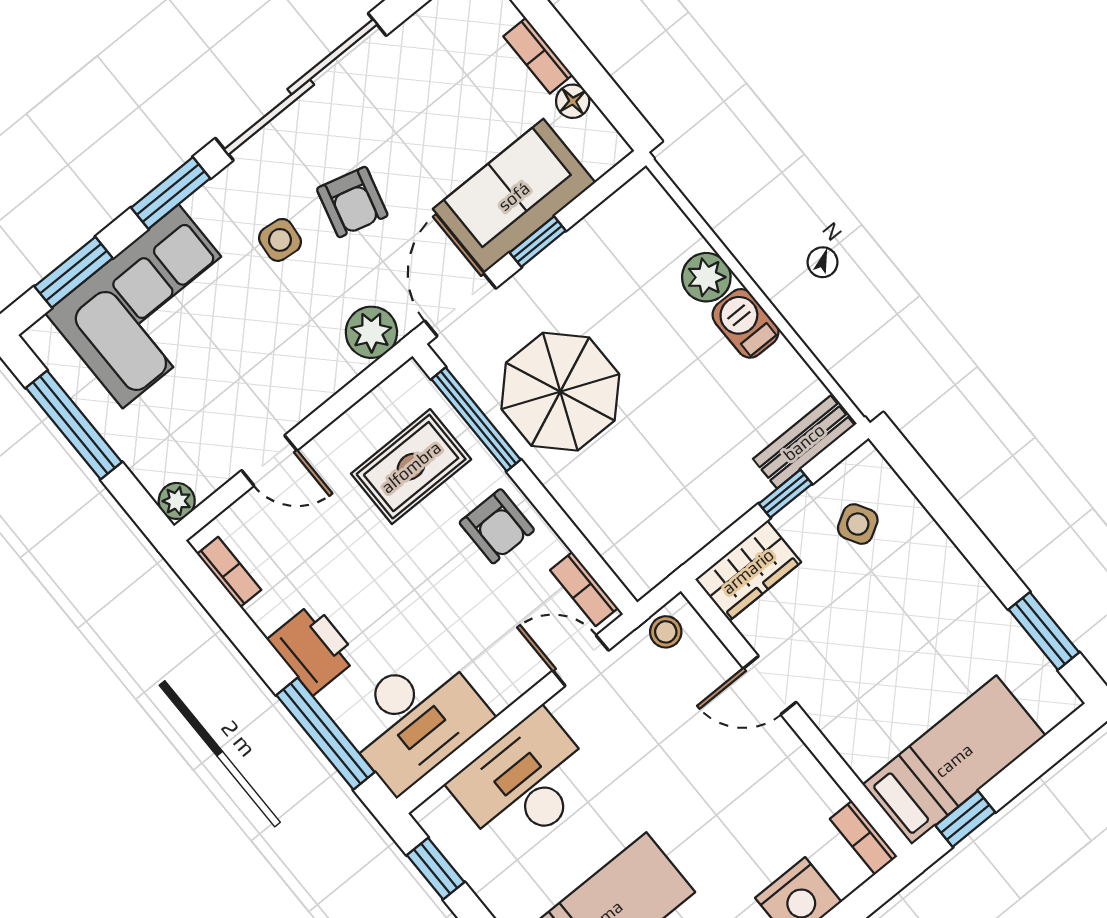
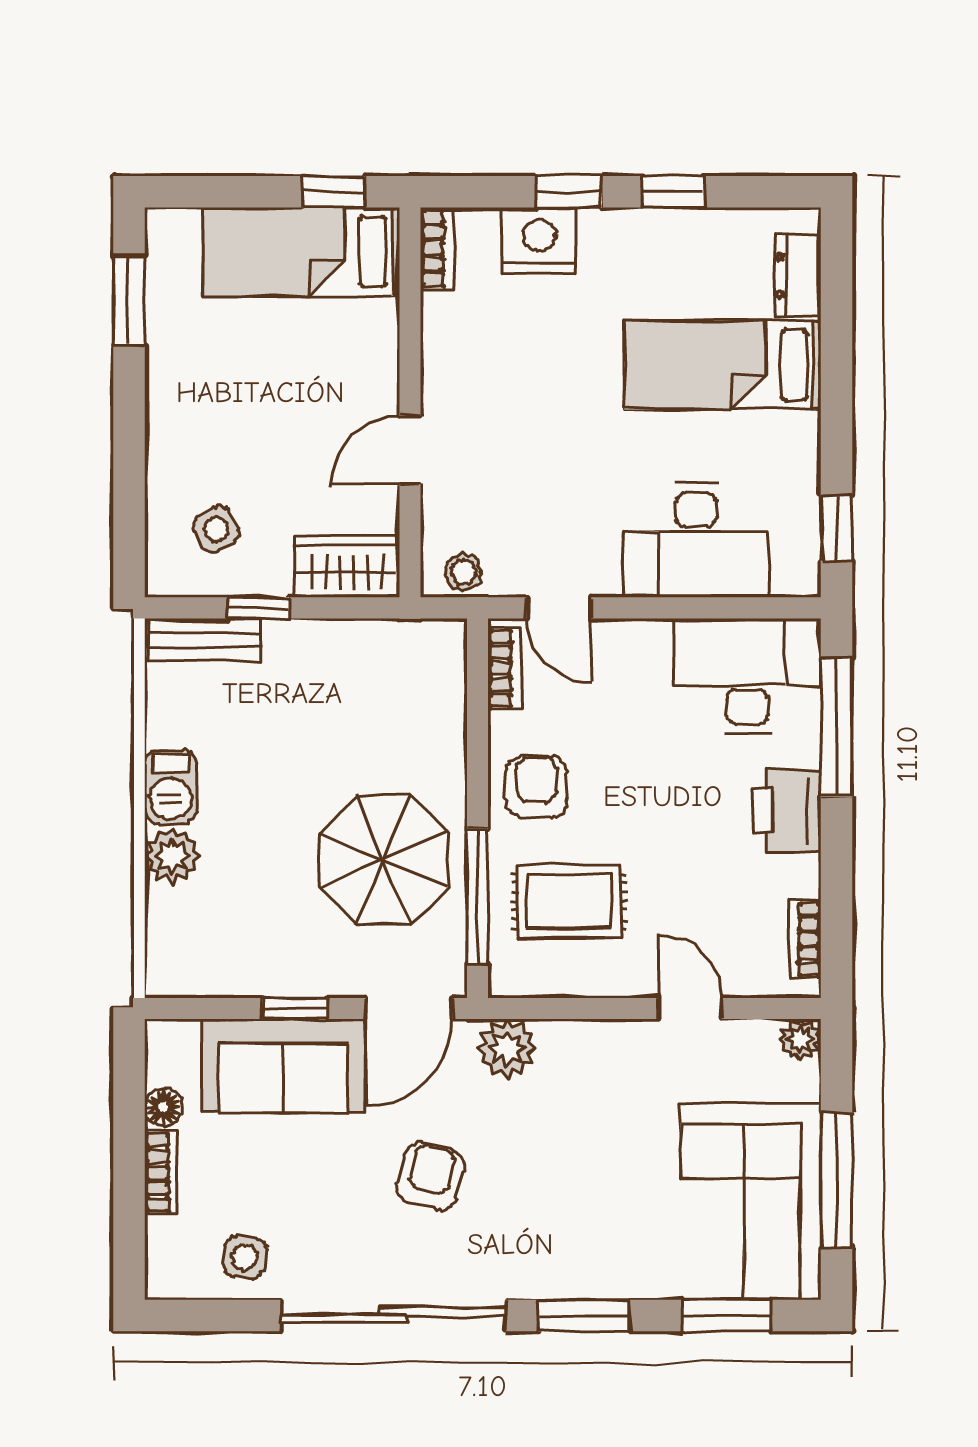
side table: (280, 240) -> (245, 1257), moved
corner sofa: (151, 306) -> (751, 1202), moved, turned -90
door: (770, 685) -> (410, 450), swing flipped

